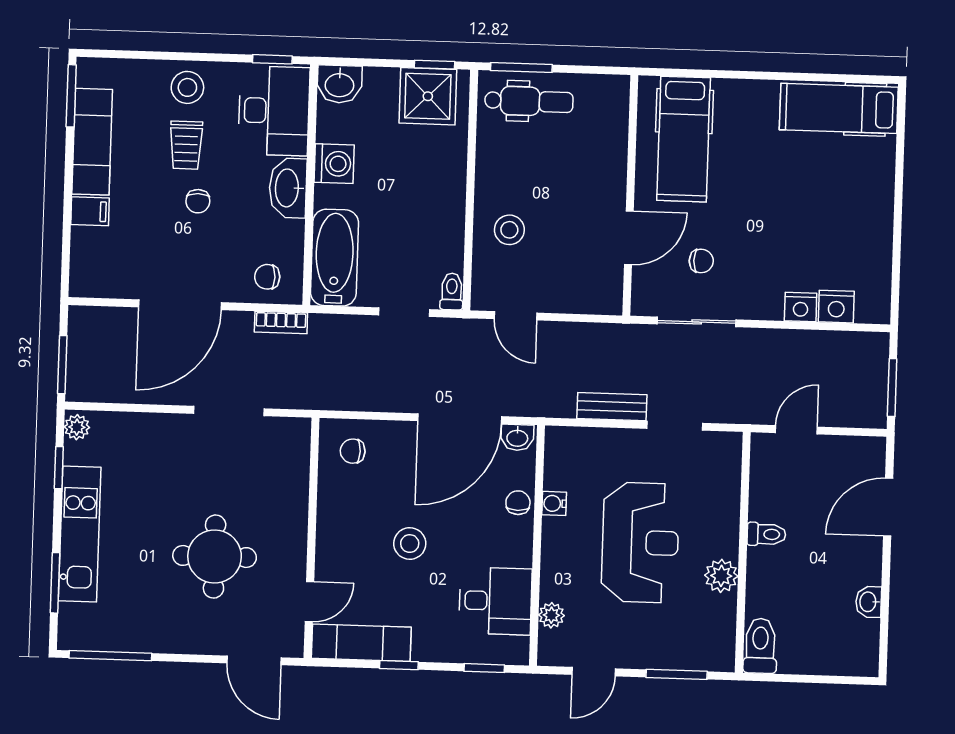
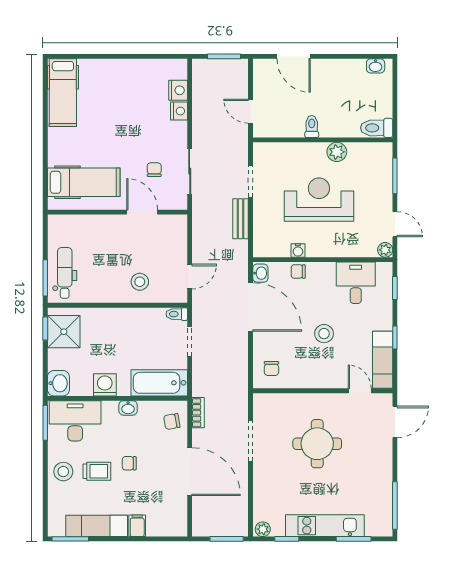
window: (272, 59) -> (45, 423), width x1.50
washbasin: (288, 188) -> (128, 408), width x0.52, depth x0.69
chair: (198, 201) -> (129, 463), turned 180
chair: (267, 277) -> (172, 422), turned 80
round table: (215, 557) -> (317, 444), moved
washbasin: (869, 602) -> (376, 66), moved
plant: (551, 615) -> (385, 250), moved

